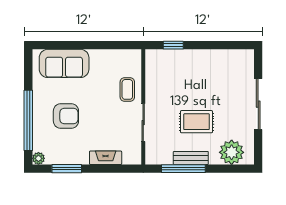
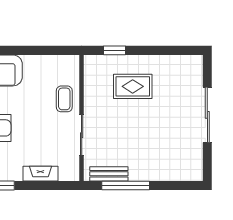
rug: (197, 122) -> (133, 86), moved
plant: (232, 152) -> (178, 168), removed
bench: (191, 158) -> (109, 174), moved

